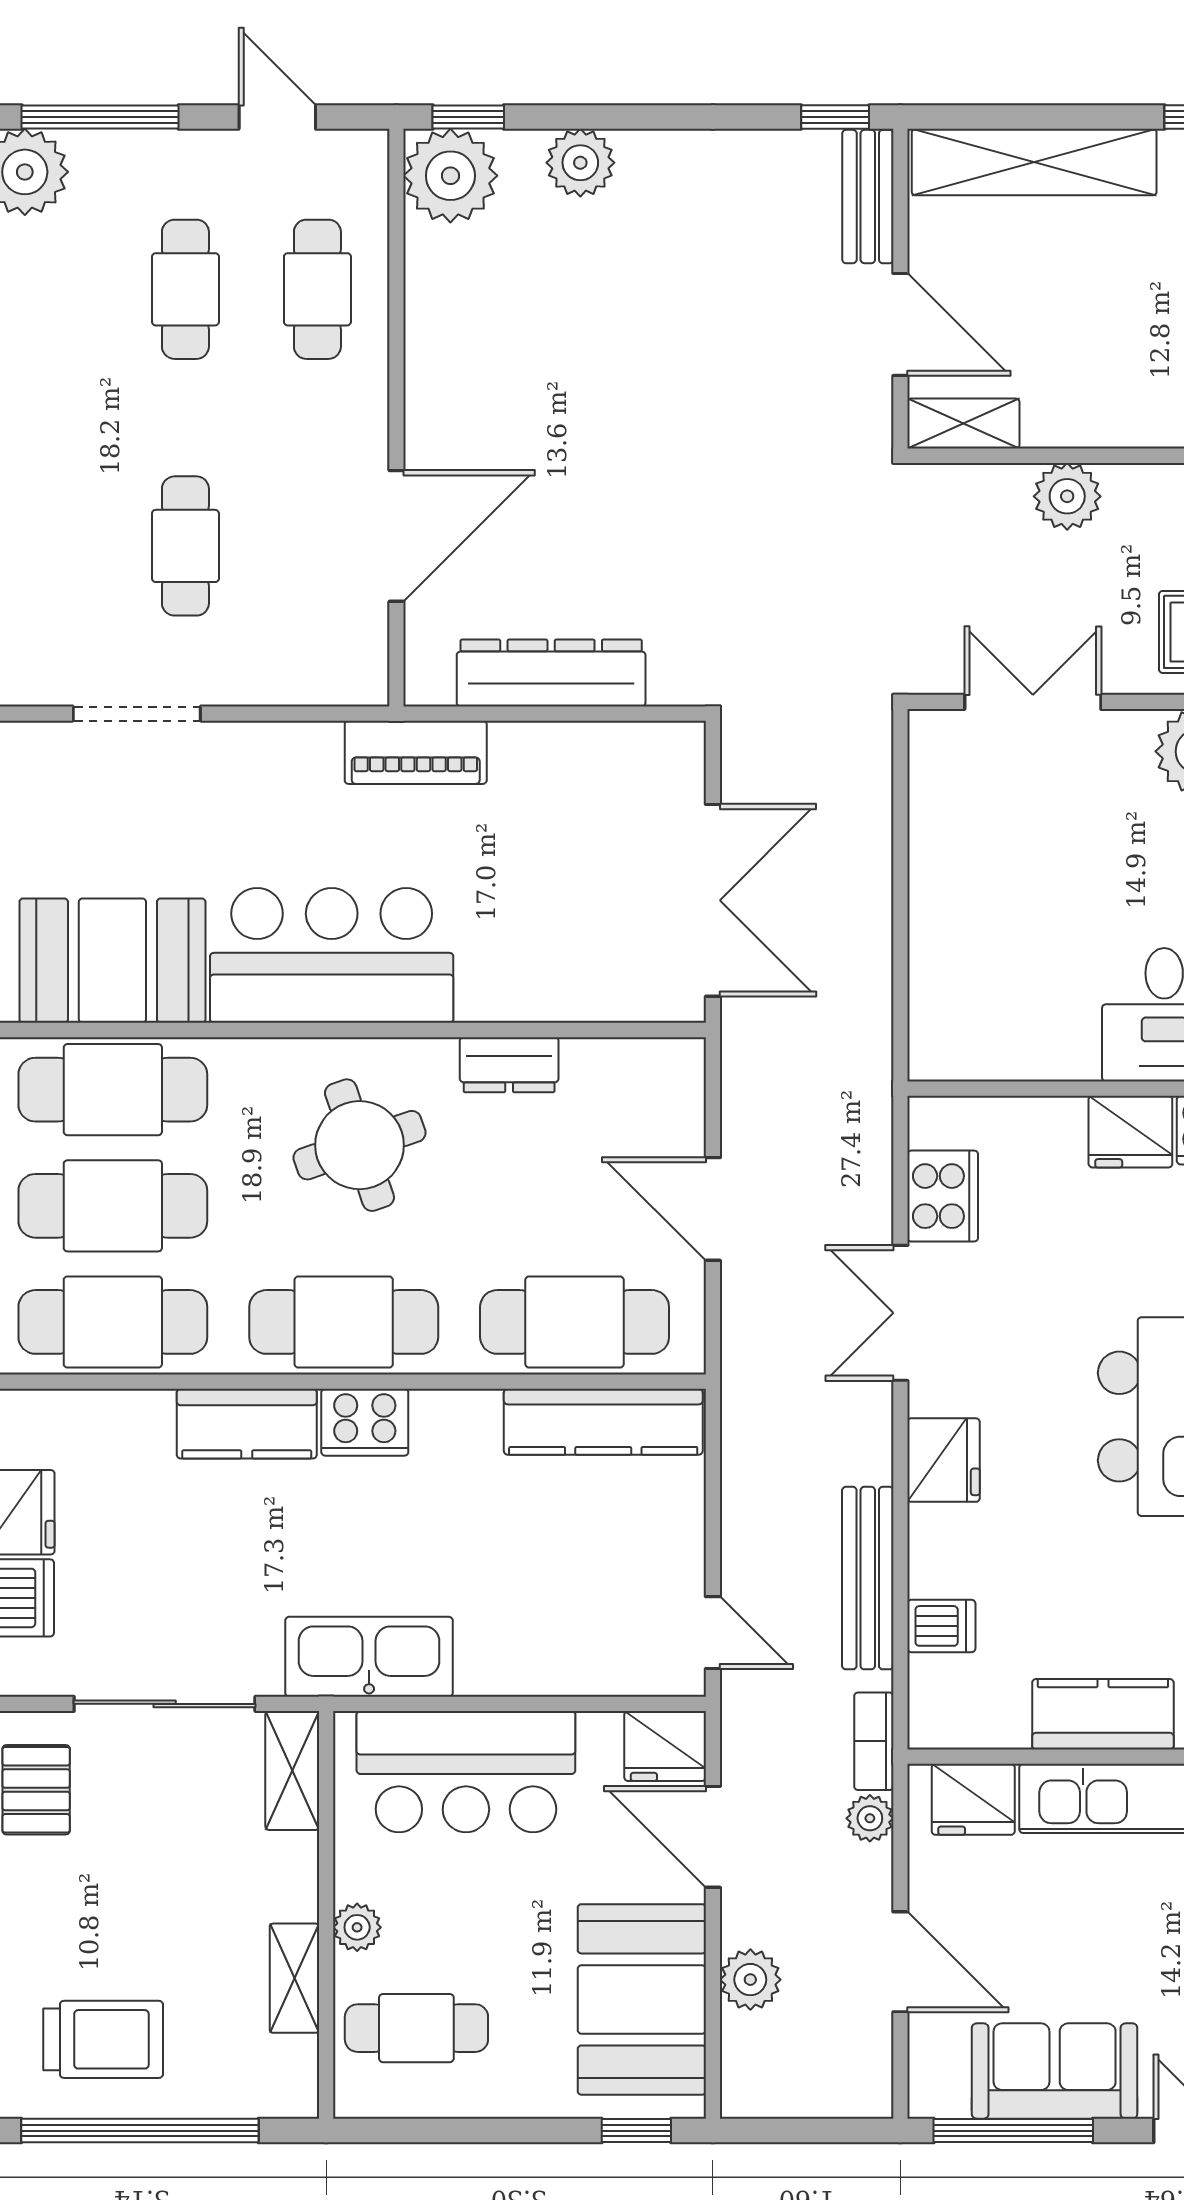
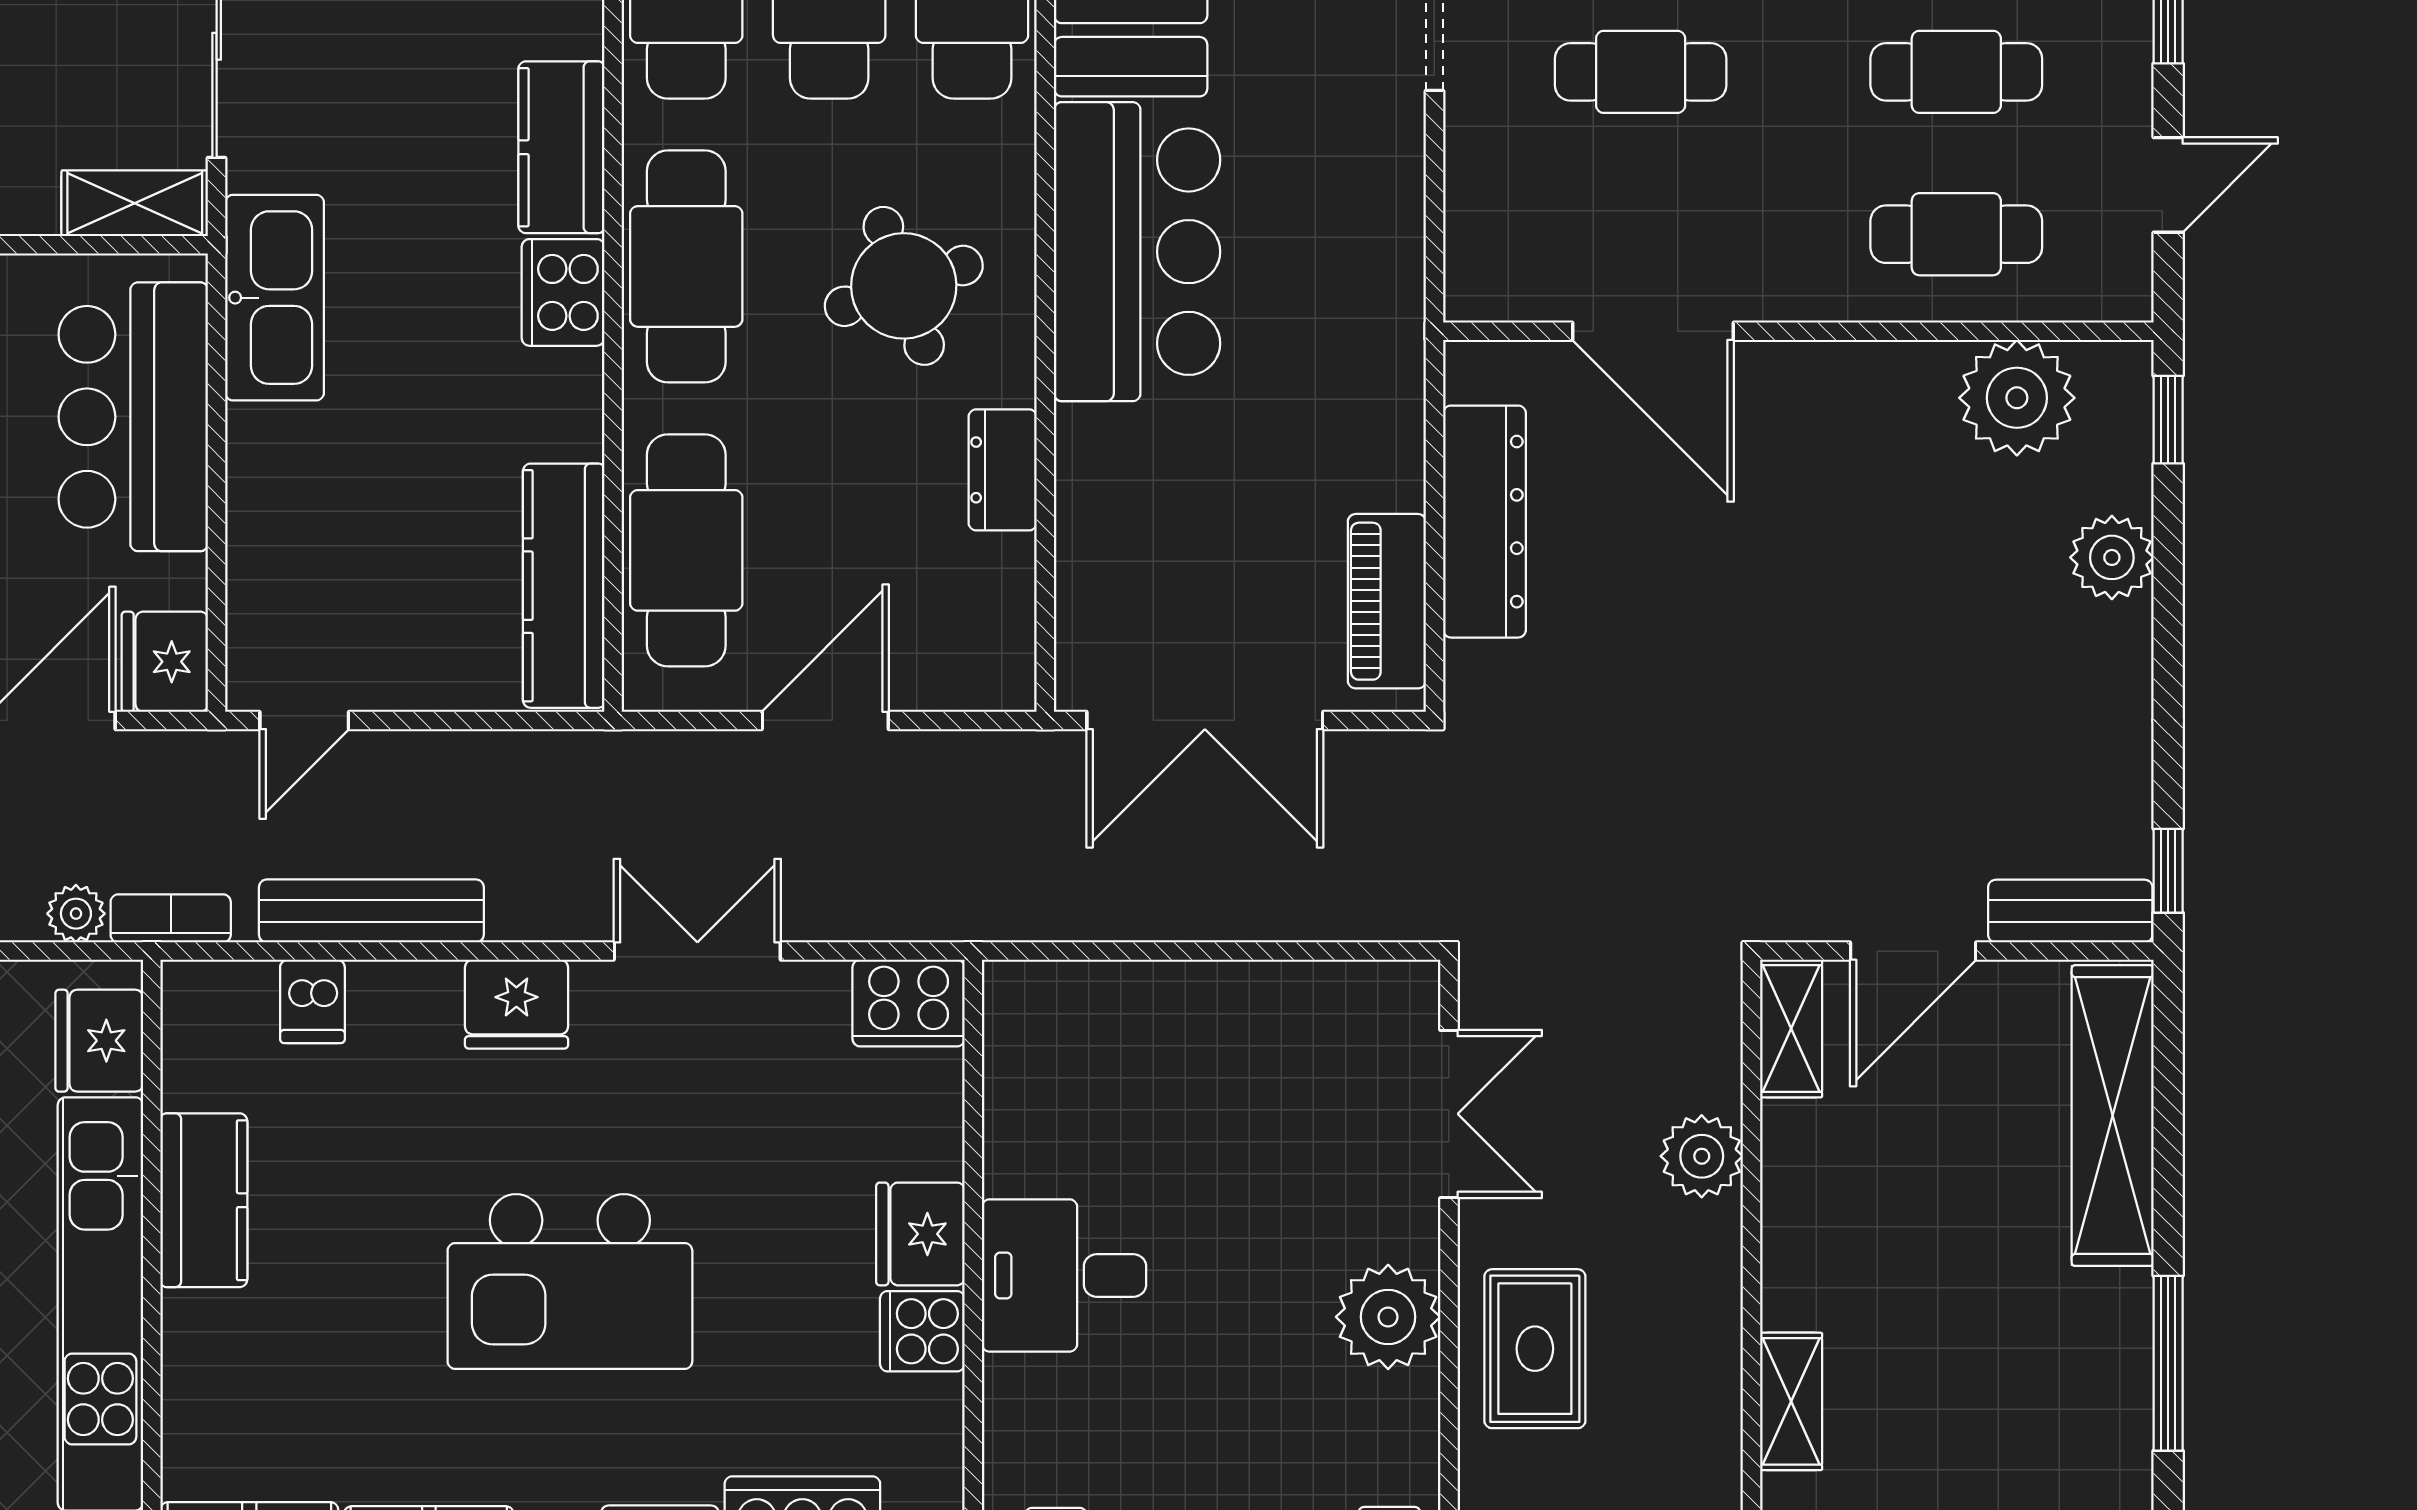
plant: (450, 176) -> (2017, 398), moved
piano: (416, 752) -> (1387, 601), moved
cooker: (943, 1196) -> (909, 1003), moved

